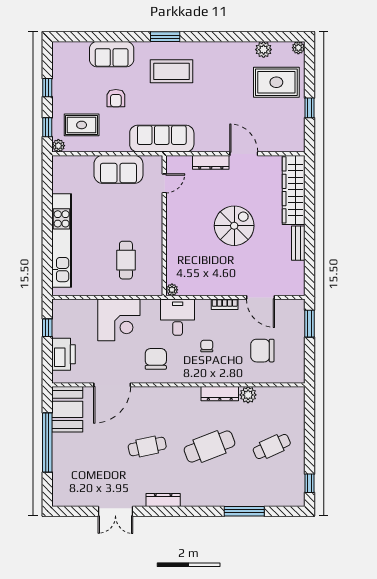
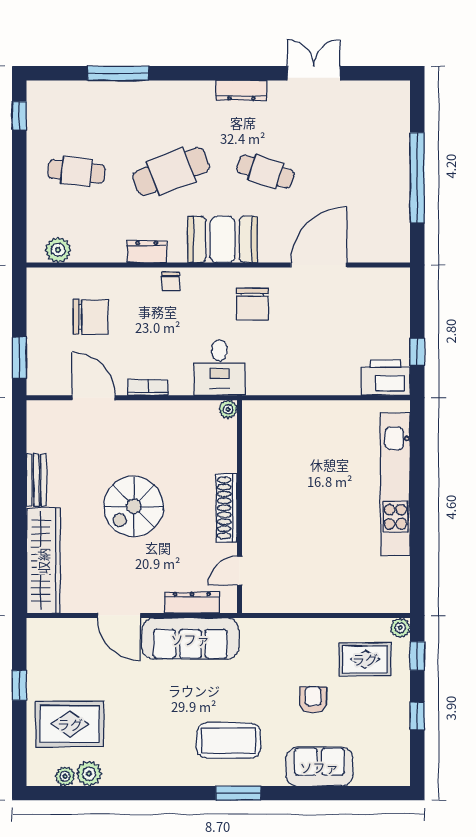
plant: (298, 48) -> (65, 776), moved
sofa: (162, 139) -> (190, 639), moved
dresser: (211, 162) -> (192, 602), moved
sofa: (118, 169) -> (309, 592), removed
shoe rack: (173, 225) -> (227, 508), added
cafe table: (126, 260) -> (298, 454), removed
corner desk: (119, 320) -> (308, 363), removed
chair: (207, 346) -> (171, 281), moved
printer: (63, 354) -> (386, 378), moved, turned 90
dresser: (220, 394) -> (147, 252), width x0.70
plant: (248, 395) -> (58, 250), moved
booth: (67, 409) -> (223, 239), moved, turned 90
cafe table: (147, 446) -> (265, 171), turned 30
cafe table: (272, 446) -> (77, 171), turned 30

